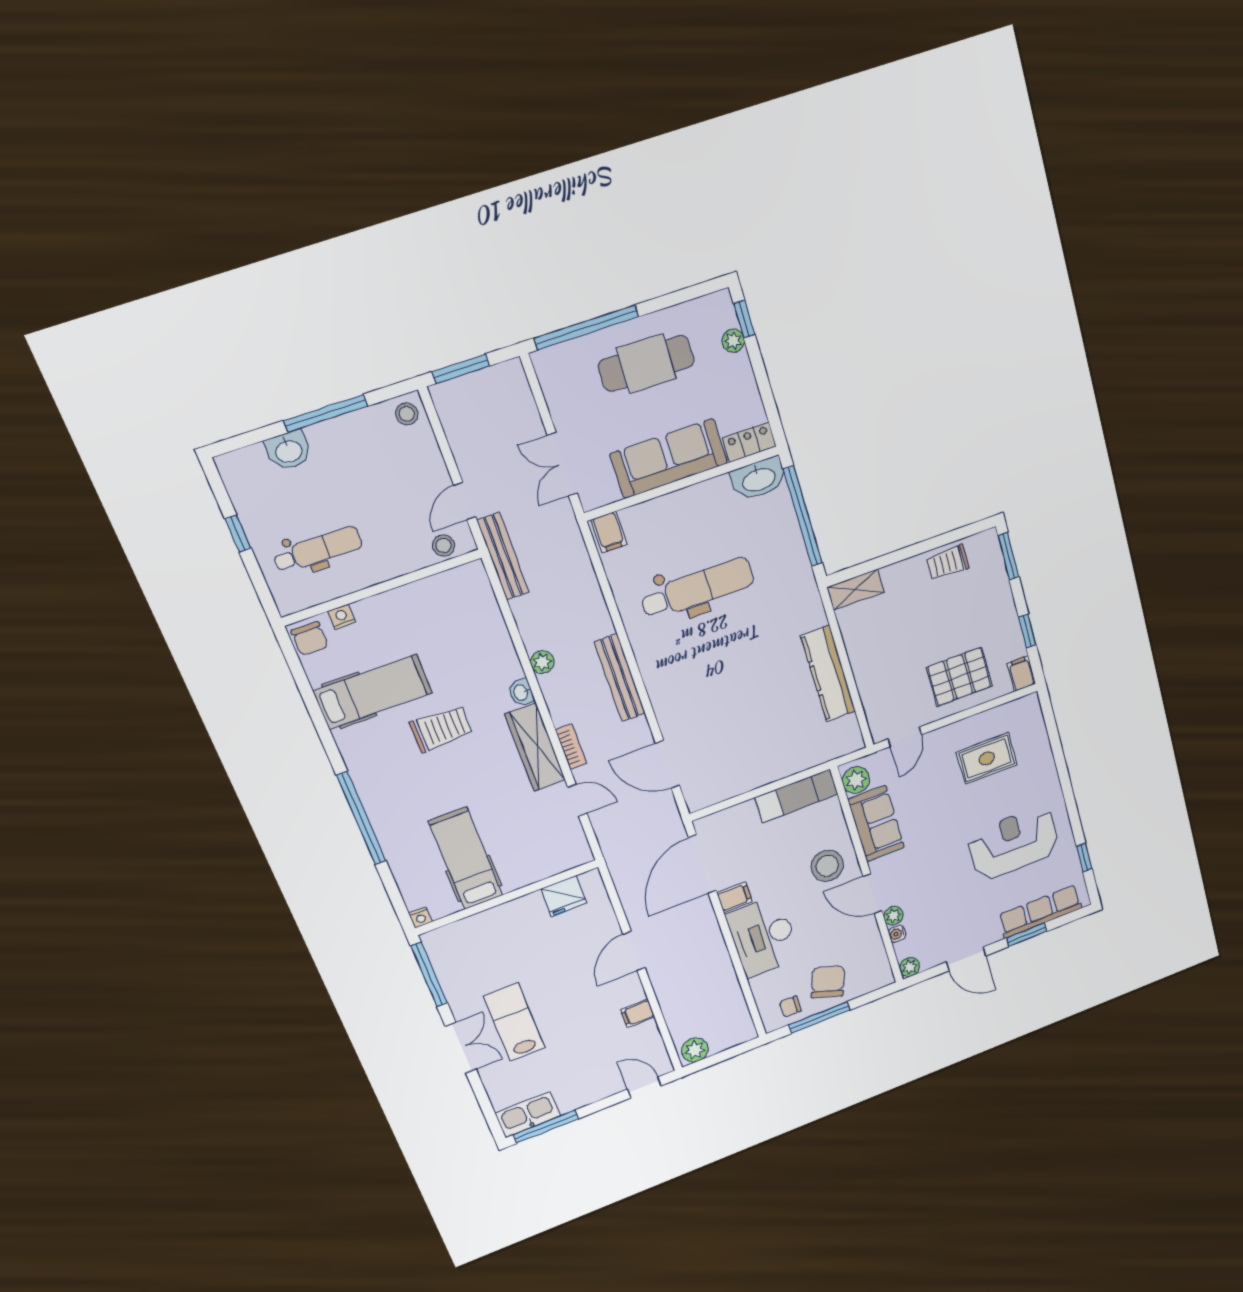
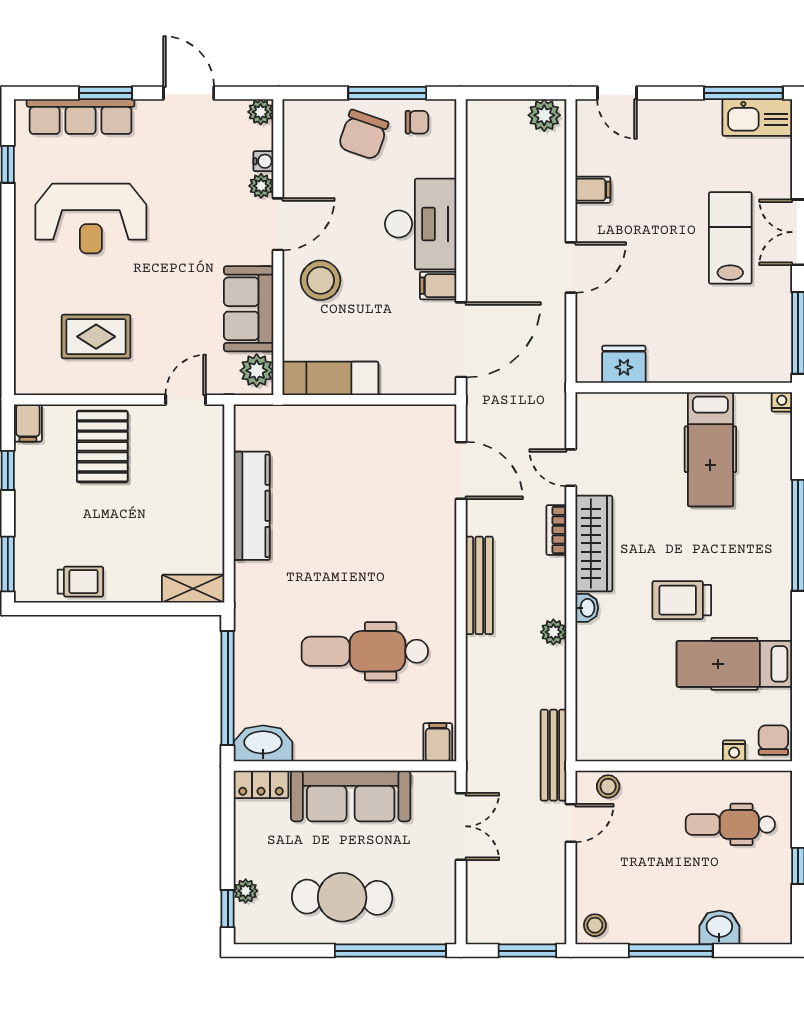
pallet: (959, 677) -> (102, 446), turned 90
door: (873, 894) -> (278, 224), hinge flipped
lab bench: (514, 1022) -> (730, 238), turned 180

